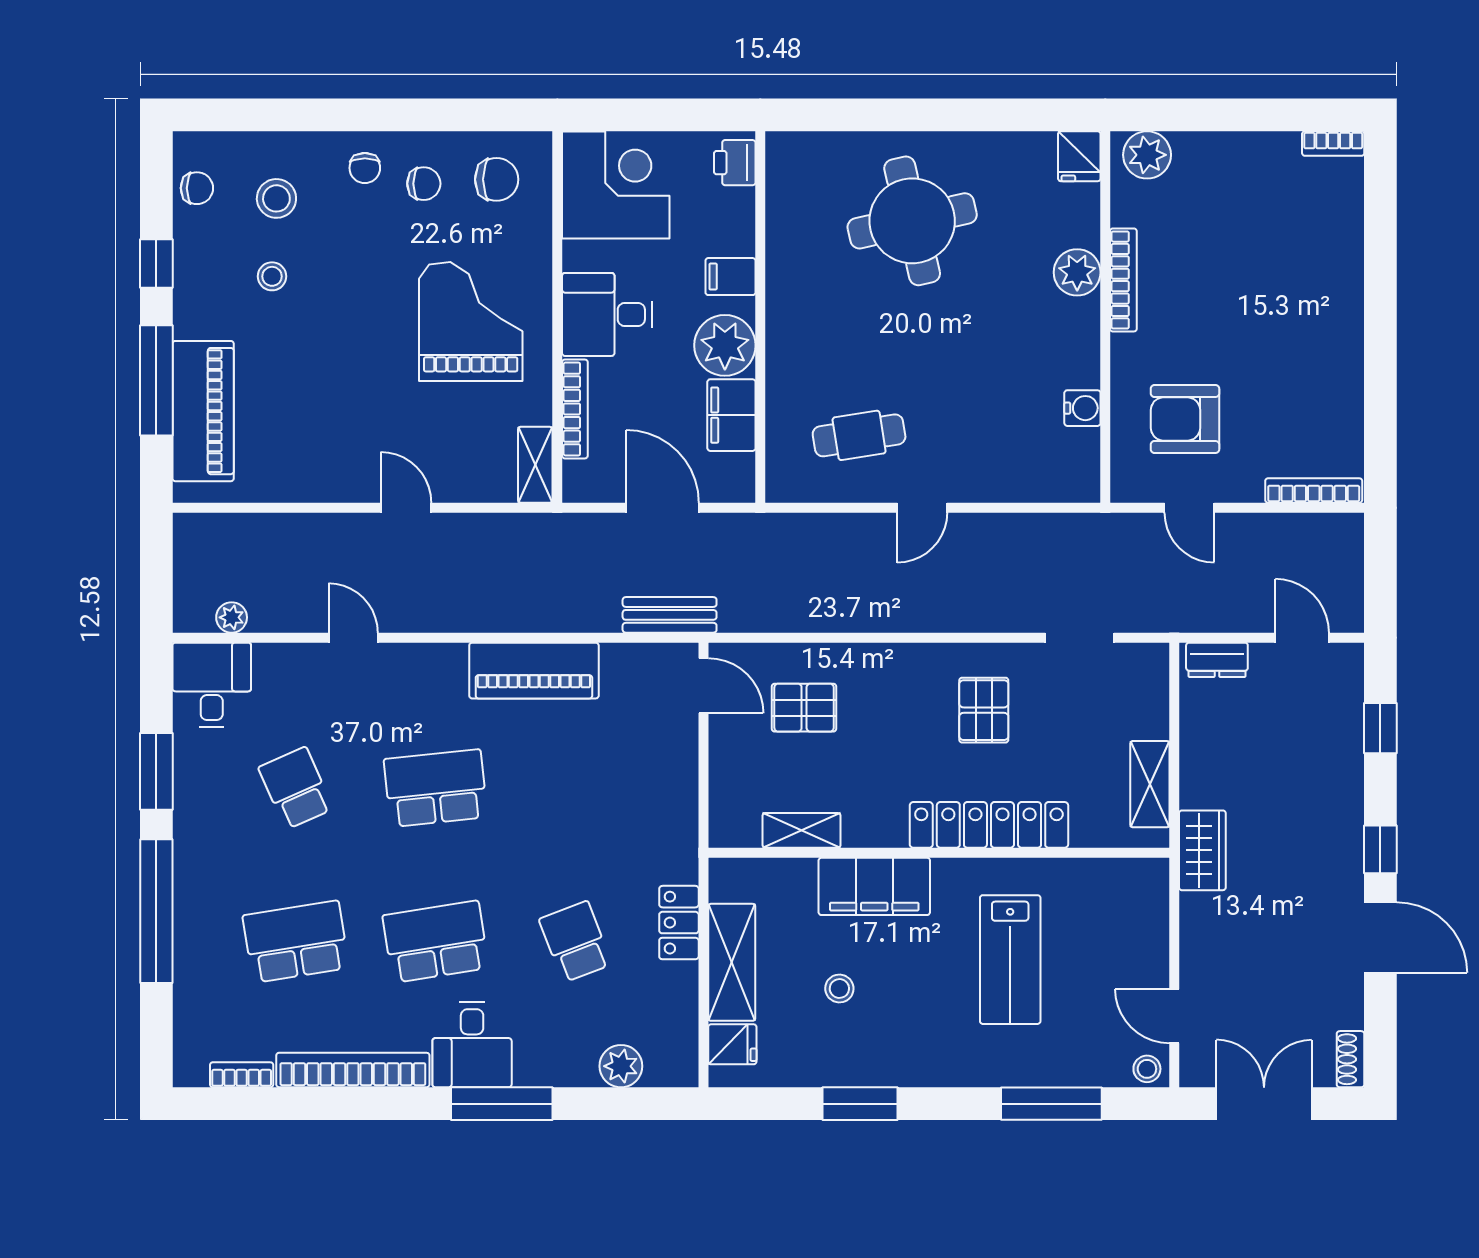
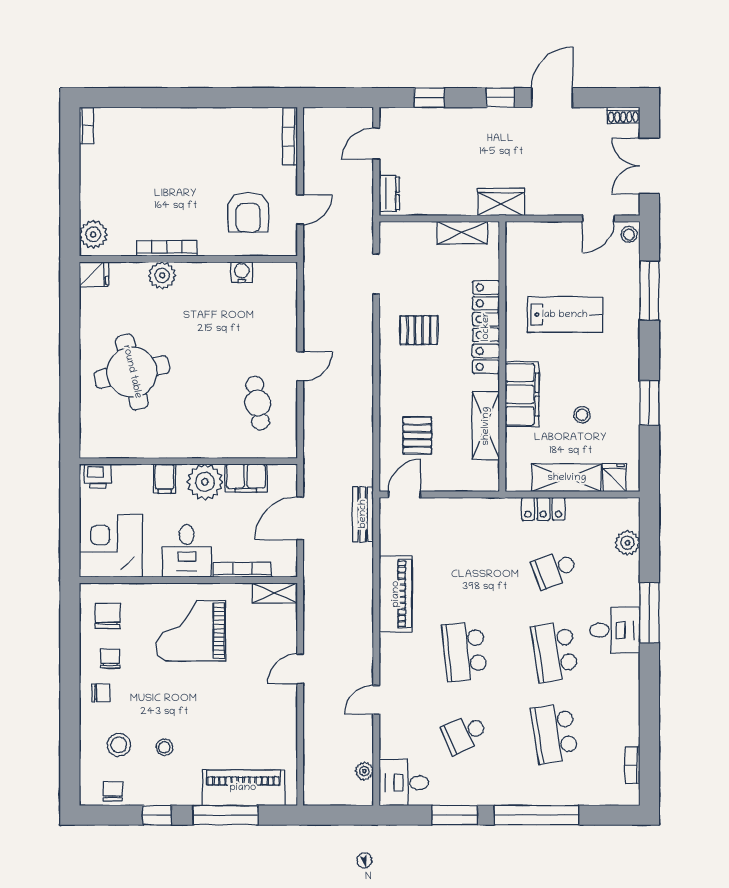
door: (922, 508) -> (300, 366), hinge flipped
shelving: (802, 830) -> (486, 426), width x1.50, depth x1.33
bookcase: (353, 1070) -> (630, 700), removed

